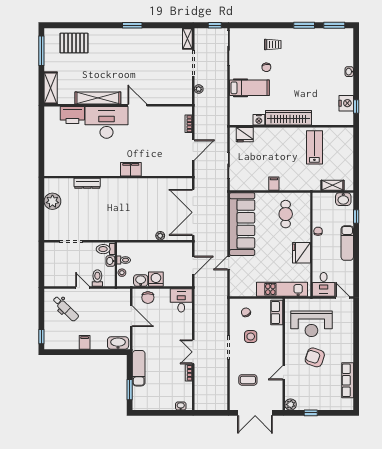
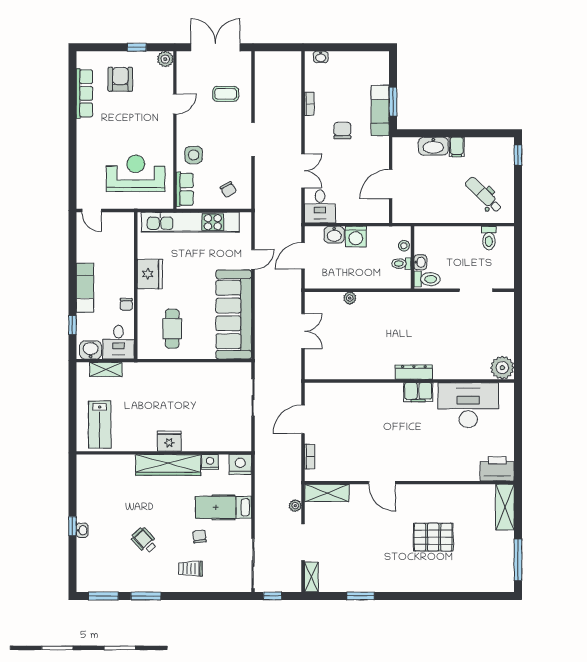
window: (132, 25) -> (361, 596), moved
pallet: (74, 43) -> (433, 537), moved
wheelchair: (305, 65) -> (144, 540), added
shelving: (98, 98) -> (327, 493), moved, width x0.68
nightstand: (346, 103) -> (240, 464), moved, turned 90
window: (356, 107) -> (72, 526), moved
printer: (72, 115) -> (497, 469), moved
desk: (107, 122) -> (468, 405), moved, turned 180
fridge: (245, 135) -> (169, 441), moved
lab bench: (314, 147) -> (100, 425), moved
filing cabinet: (131, 169) -> (418, 392), moved
dresser: (87, 183) -> (414, 372), moved
filing cabinet: (274, 184) -> (189, 372), removed
plant: (52, 201) -> (502, 368), moved
double door: (193, 212) -> (303, 331), width x0.54
toilet: (97, 278) -> (489, 238), moved
washbasin: (141, 280) -> (334, 235), moved
desk: (324, 284) -> (118, 342), moved, turned 180
door: (83, 288) -> (460, 225), removed
kitchen unit: (282, 289) -> (190, 222), width x1.36
chair: (148, 298) -> (342, 131), moved
door: (131, 316) -> (391, 184), hinge flipped
side table: (251, 337) -> (194, 155), moved
washbasin: (118, 343) -> (433, 146), moved
double door: (193, 352) -> (303, 171), moved
armchair: (315, 357) -> (120, 79), moved, turned -109
window: (130, 390) -> (393, 102), moved

